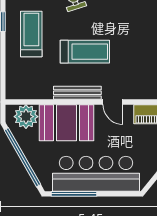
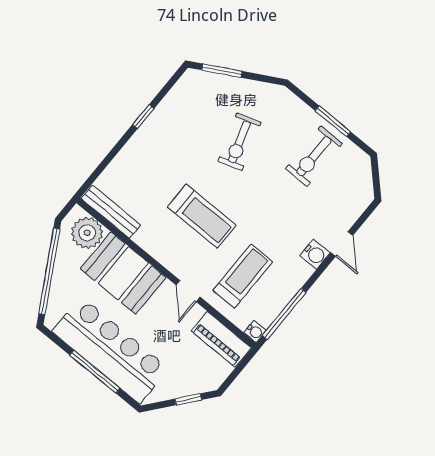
treadmill: (31, 34) -> (243, 276), moved
bench: (77, 93) -> (111, 212), moved
window: (74, 194) -> (95, 372), moved

